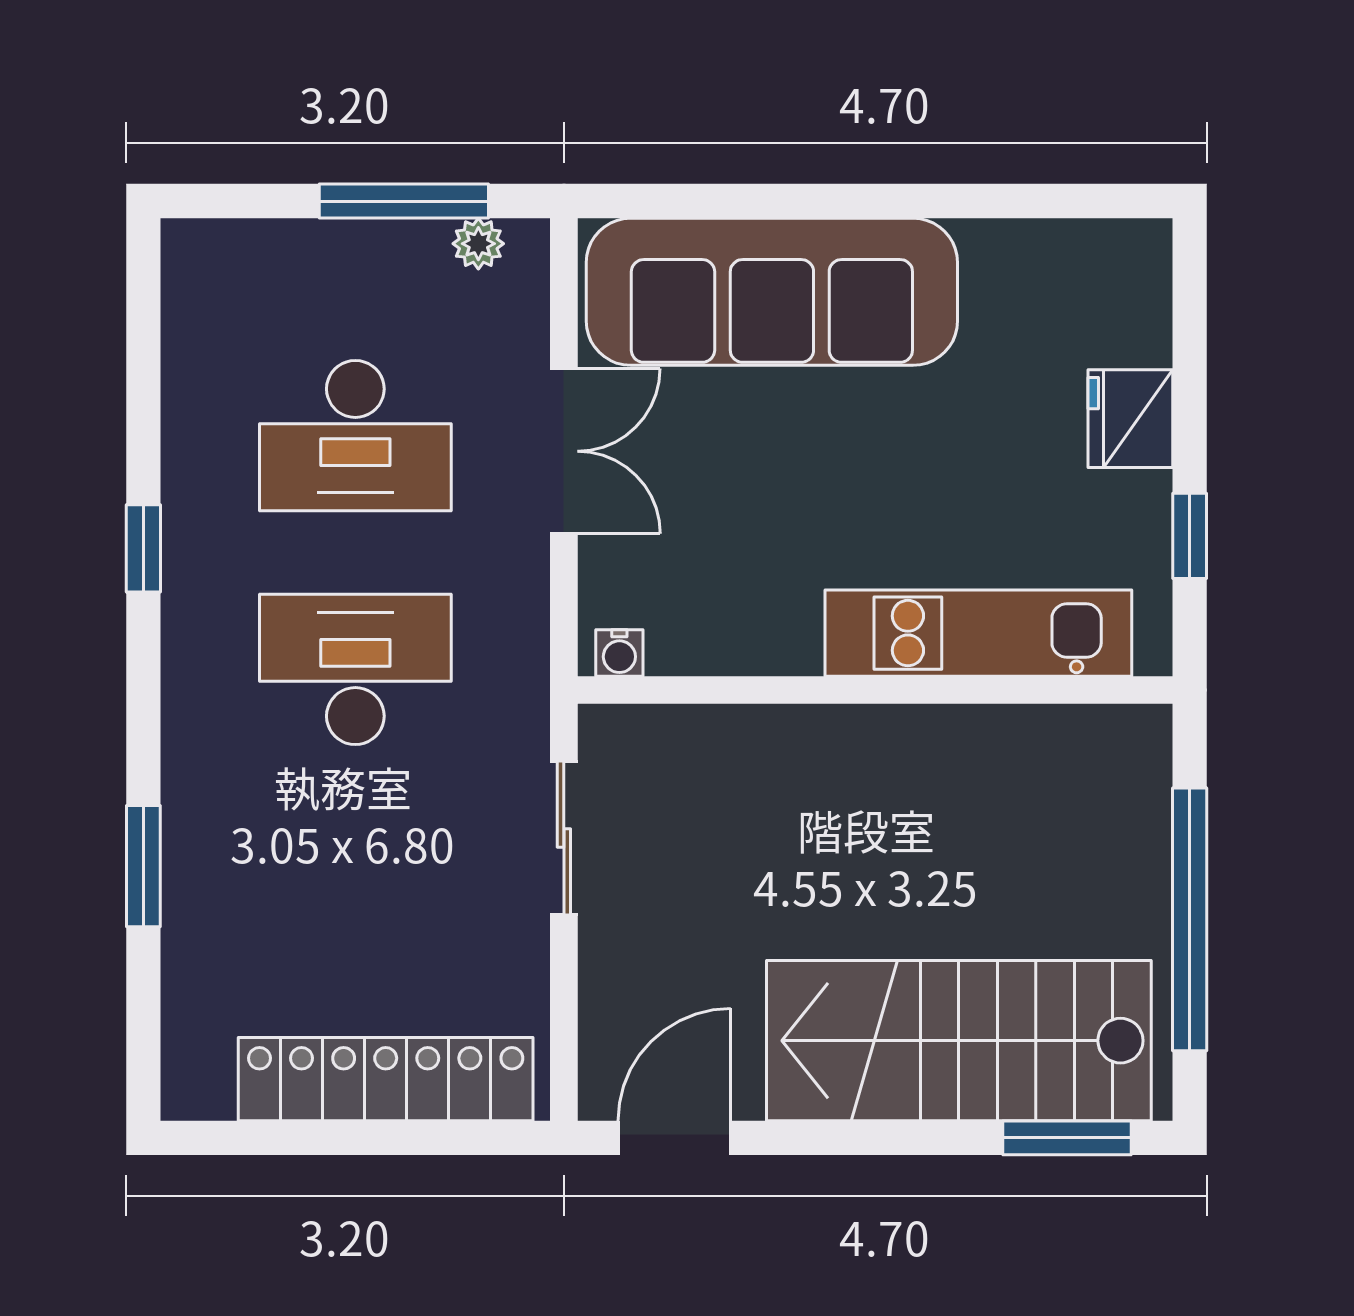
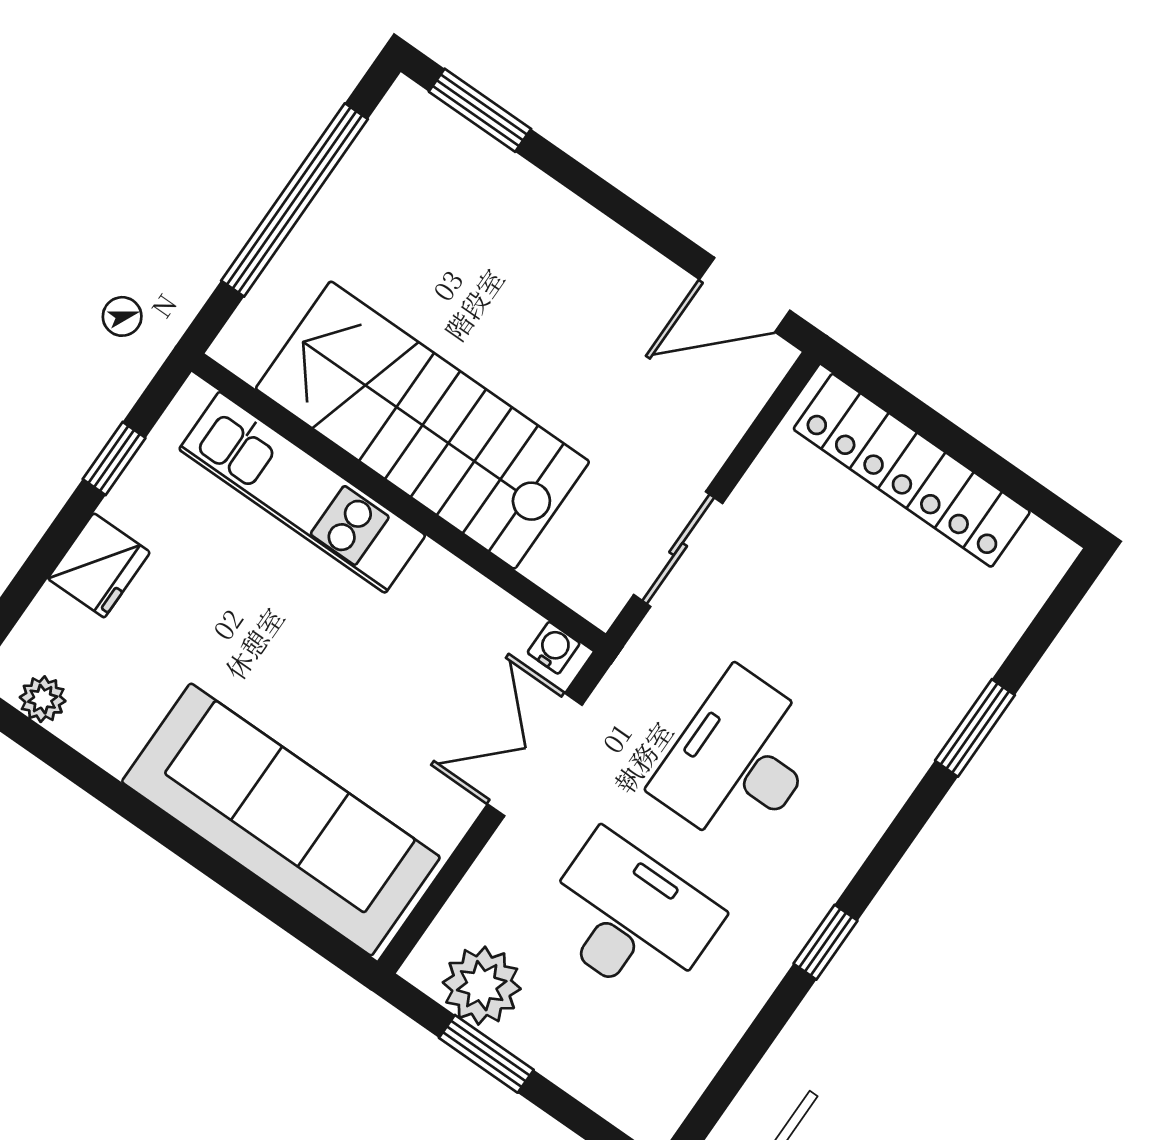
window: (404, 201) -> (486, 1054), width x0.69
plant: (478, 244) -> (482, 986), width x1.88, depth x1.88
plant: (1093, 246) -> (43, 699), added
double door: (564, 451) -> (535, 755), moved
desk: (355, 669) -> (739, 761), turned 90
stairs: (959, 1041) -> (422, 425), moved, turned 180

